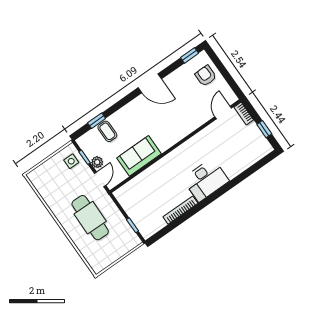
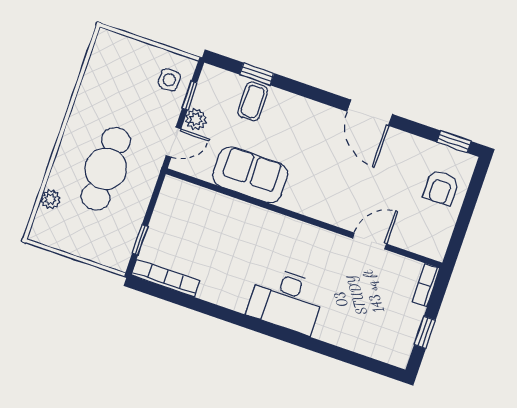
armchair: (206, 76) -> (441, 188), turned 180
door: (223, 112) -> (370, 241), moved
bookcase: (180, 210) -> (165, 278), moved
plant: (86, 252) -> (51, 199), added

